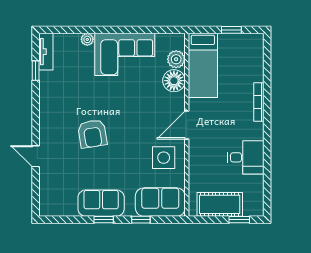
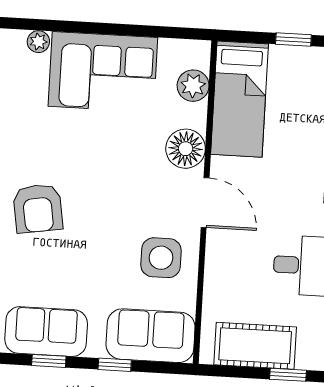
floor lamp: (174, 81) -> (186, 149), moved
door: (187, 125) -> (205, 203), swing flipped

